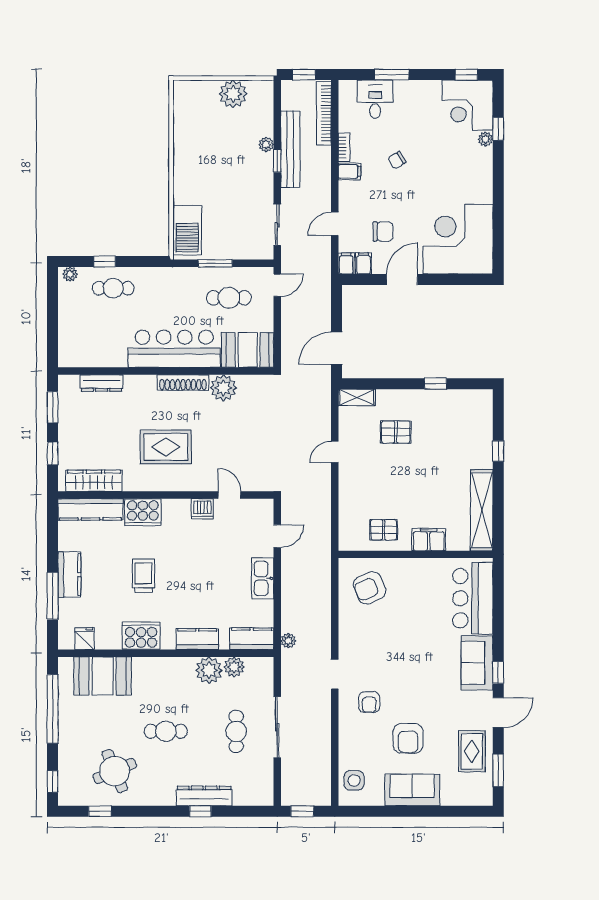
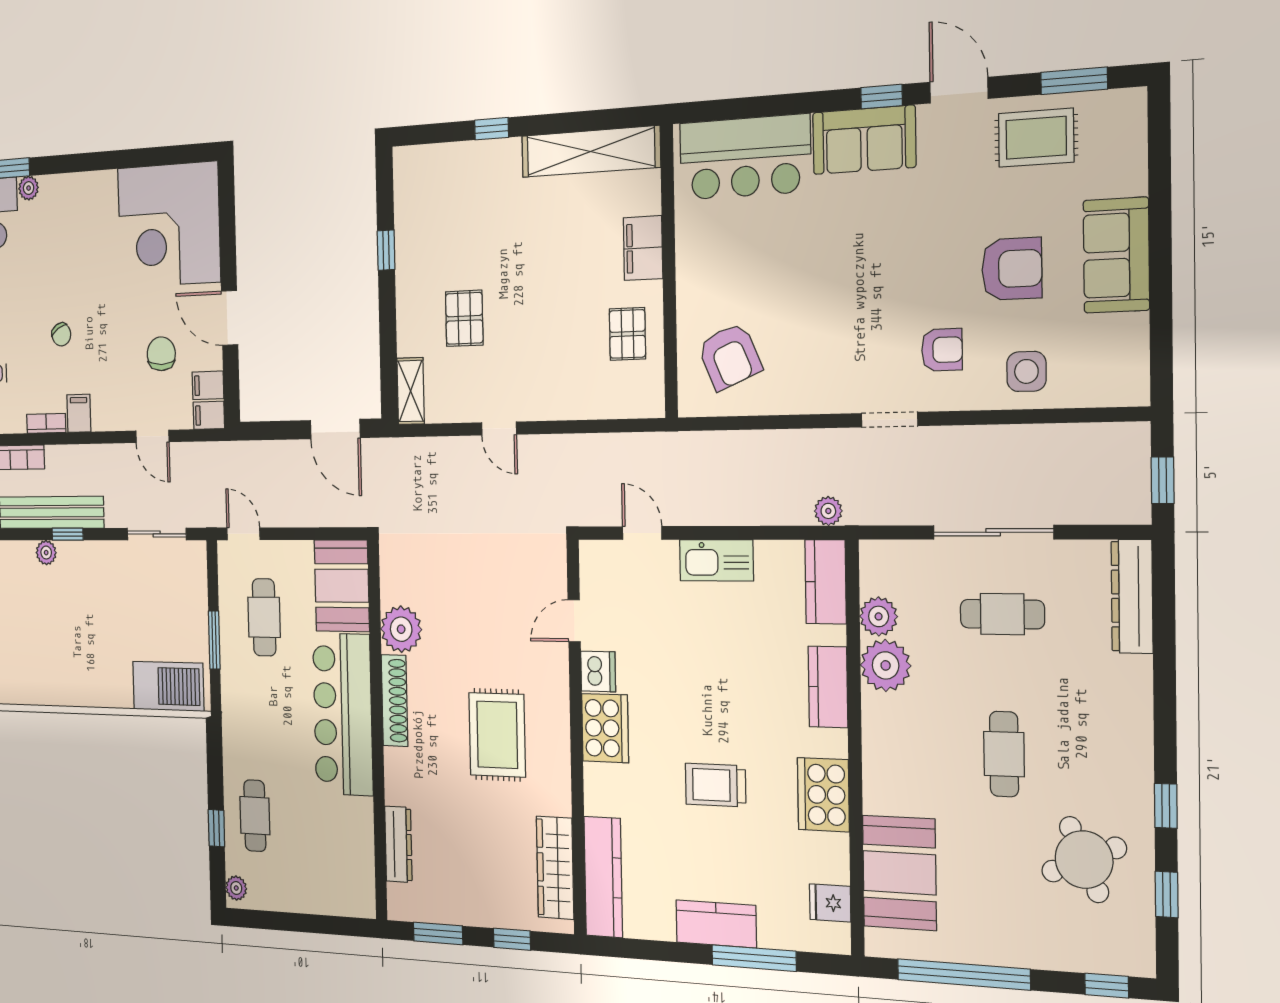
cooker: (143, 512) -> (605, 728), moved
side table: (354, 780) -> (1026, 371), moved
dresser: (204, 796) -> (1132, 596), moved
window: (200, 811) -> (1166, 806), moved

